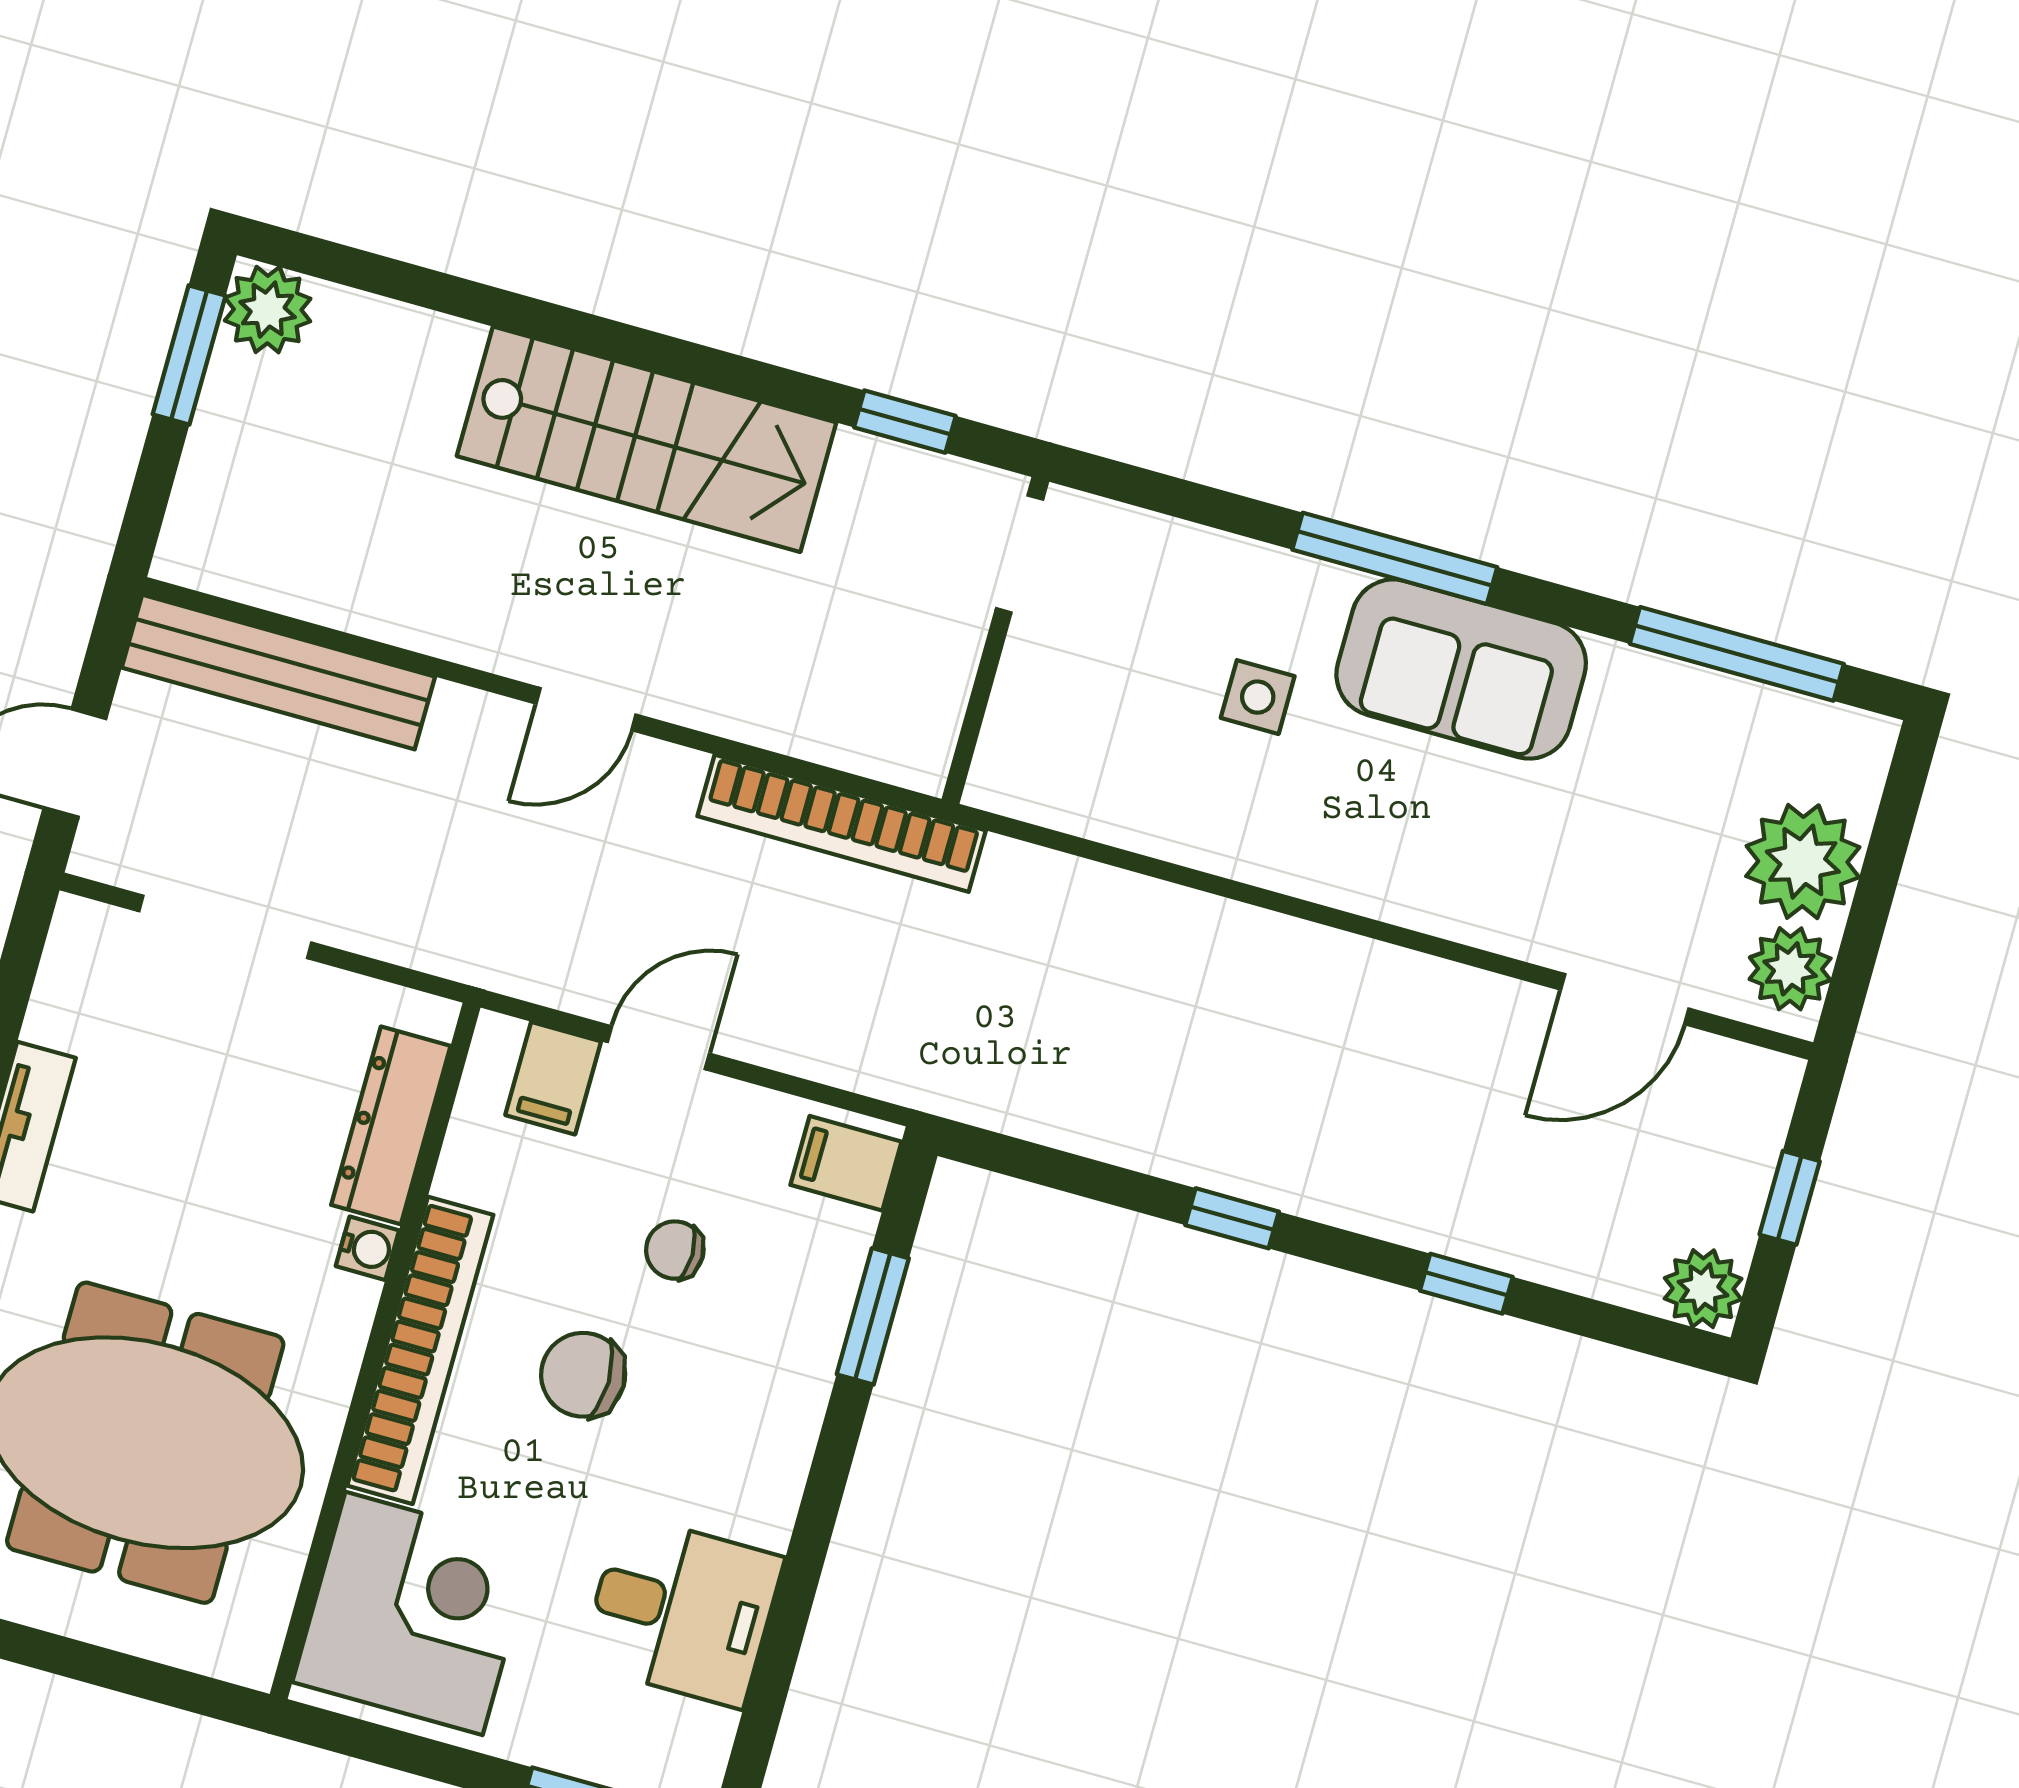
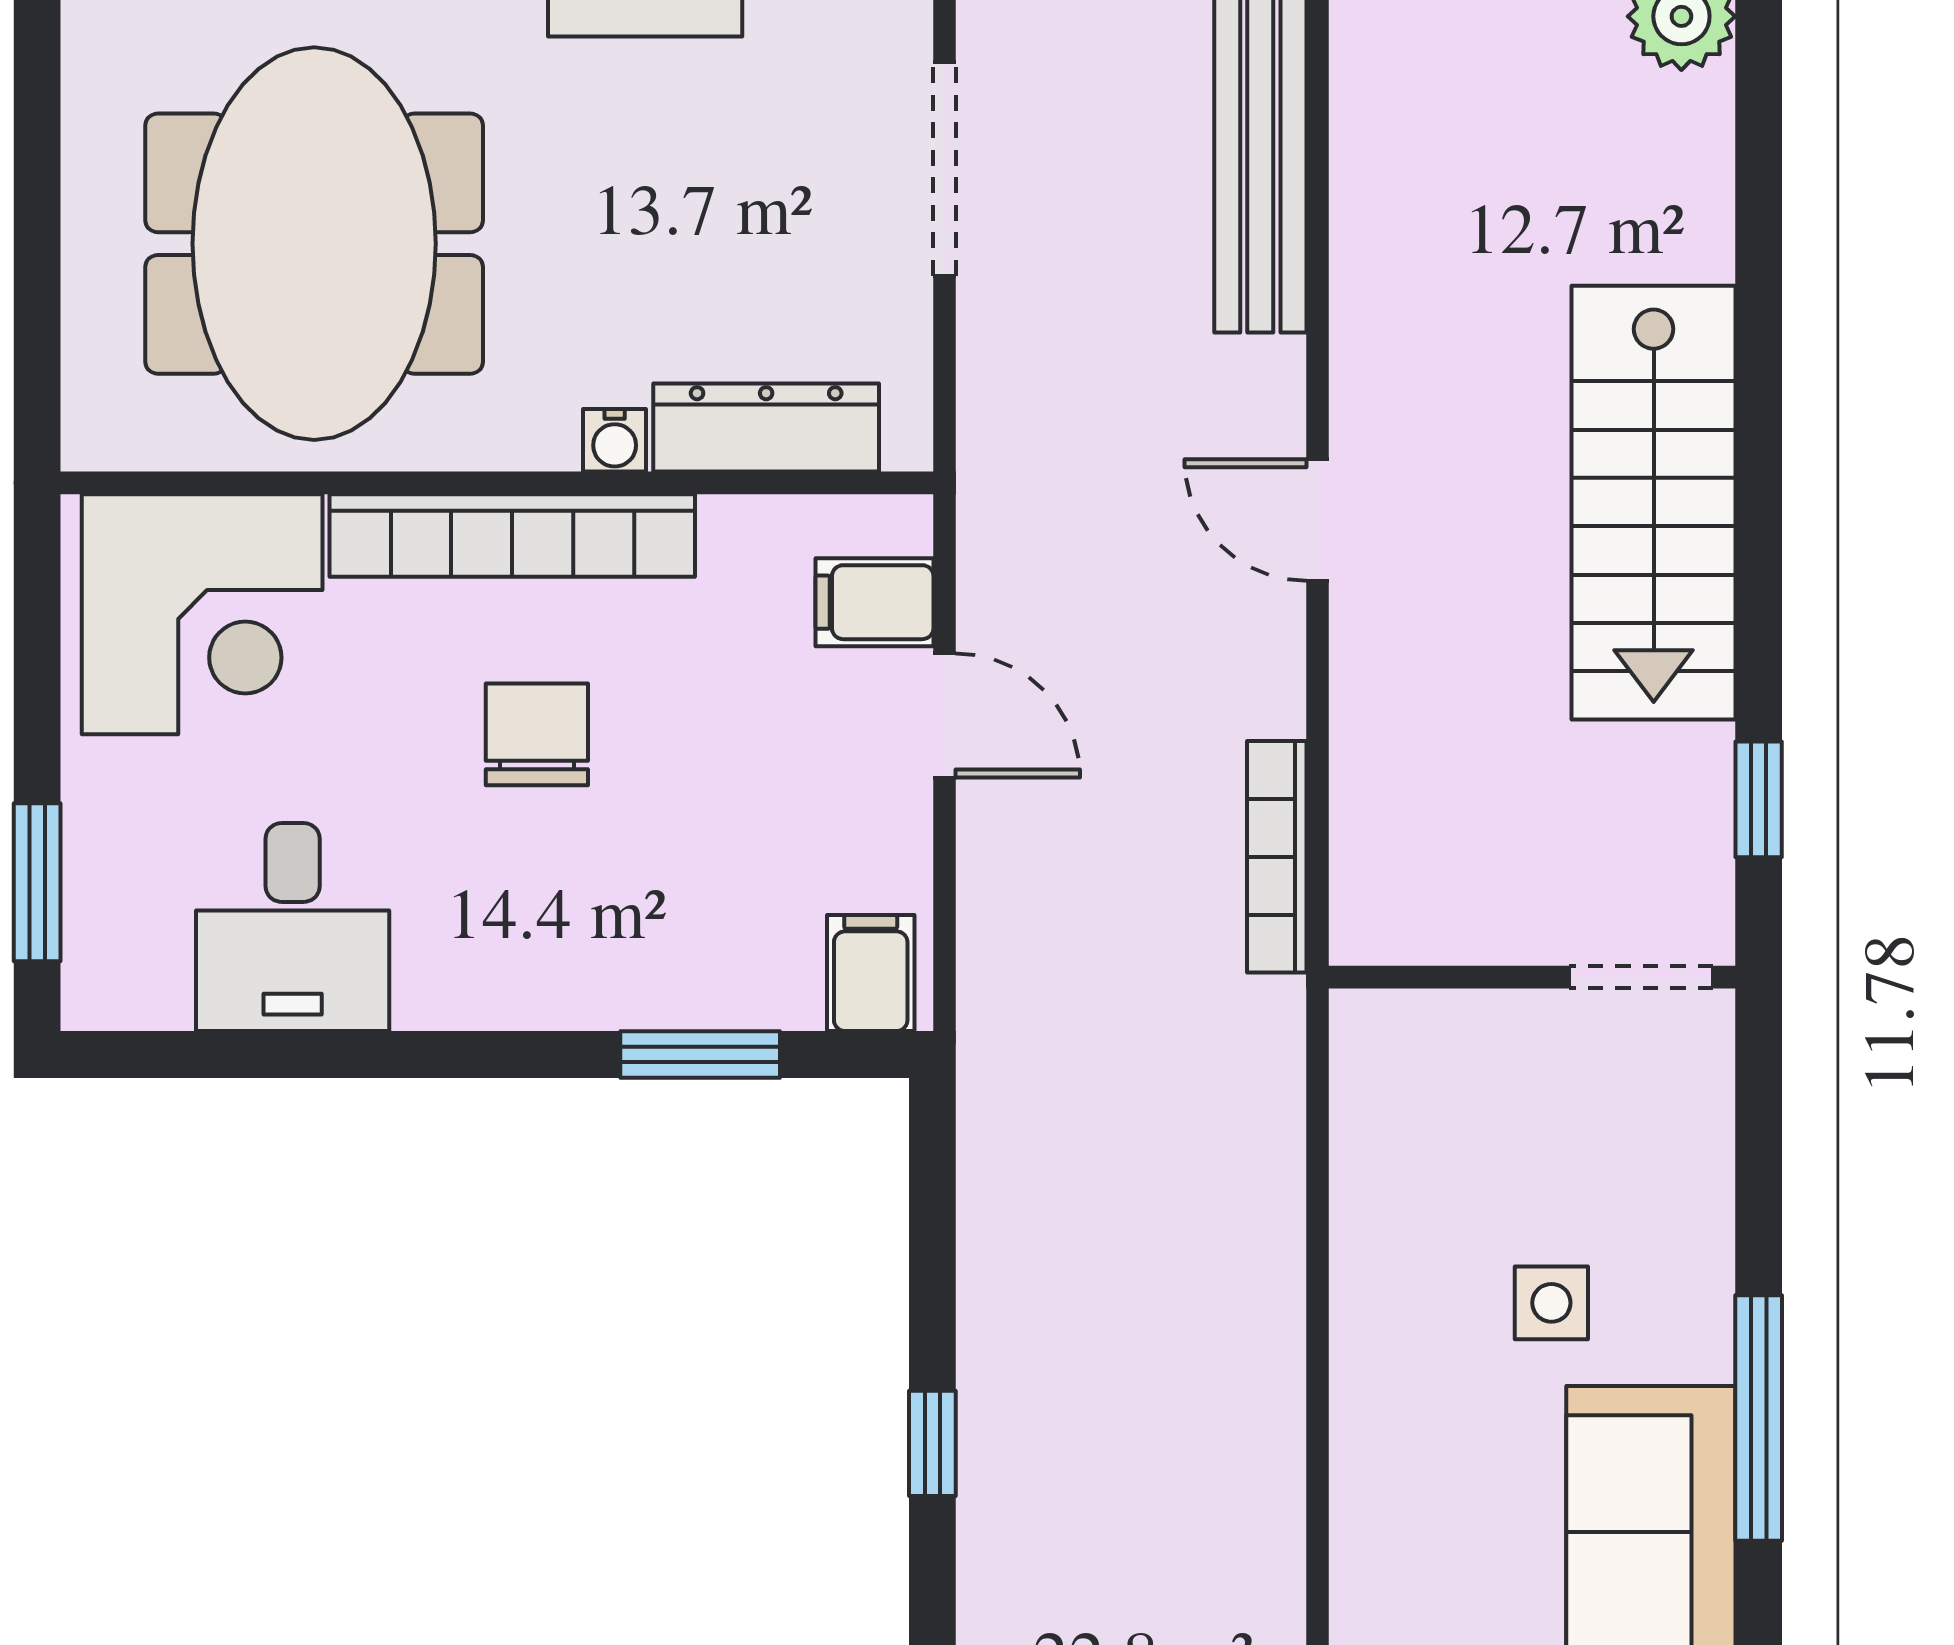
bookcase: (842, 823) -> (1277, 857), width x0.68, depth x0.76
chair: (675, 1250) -> (713, 801), removed

